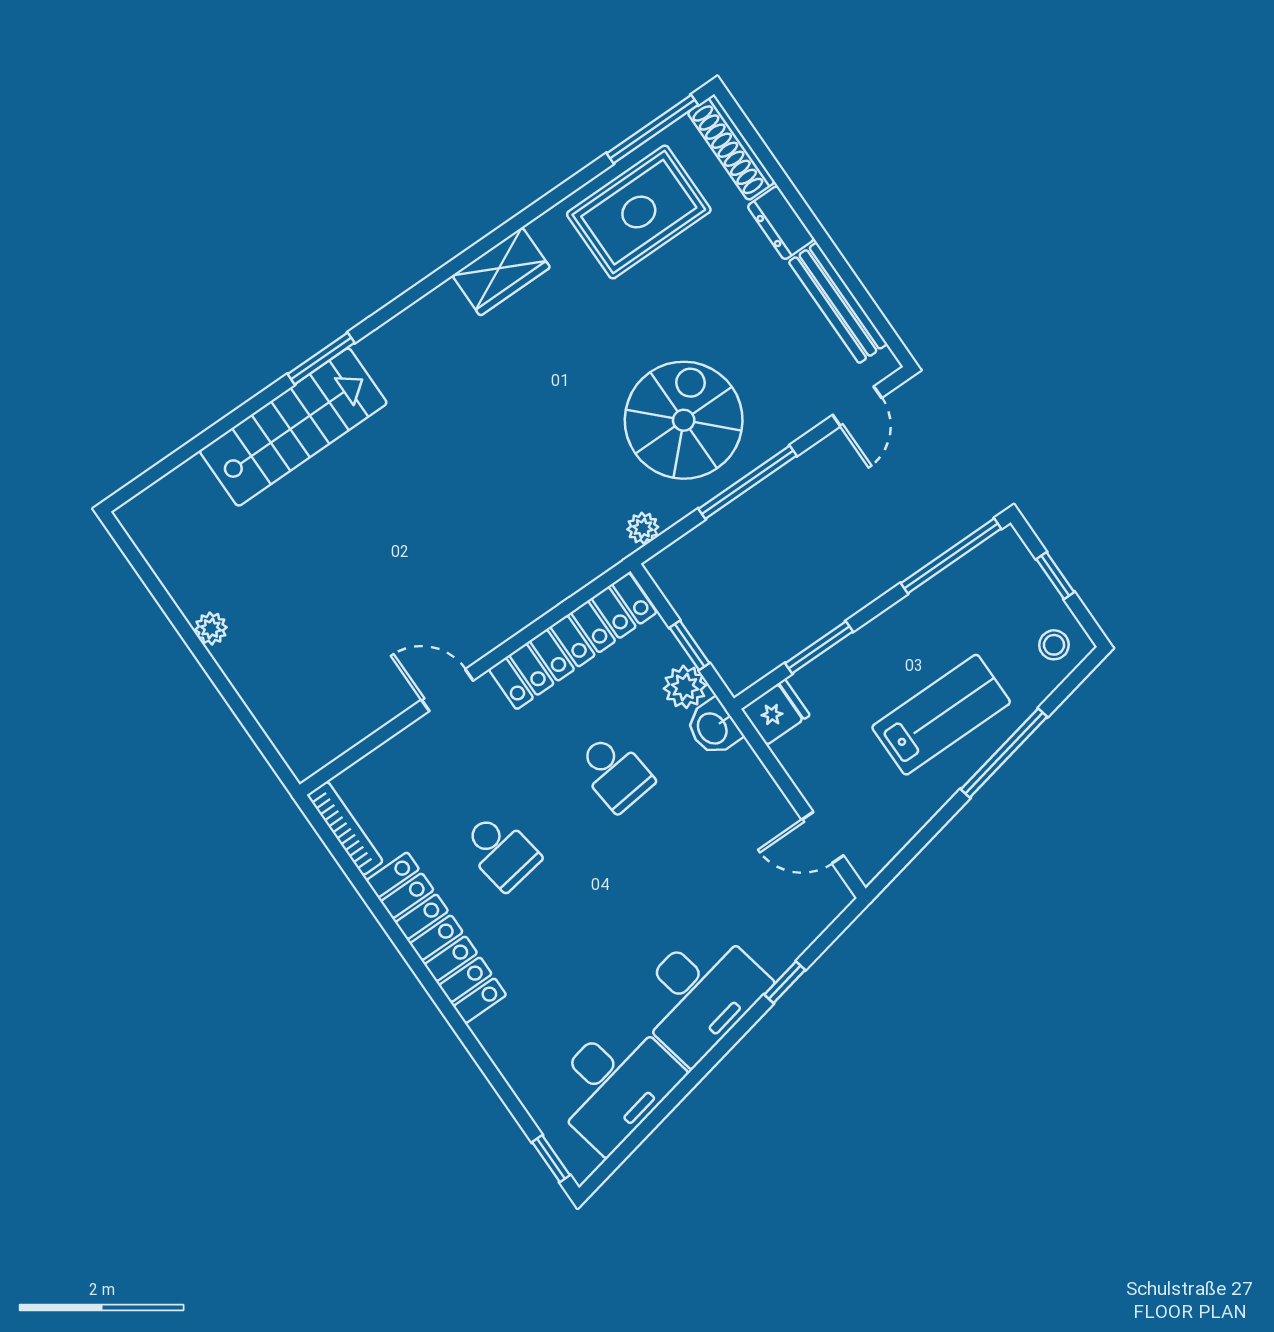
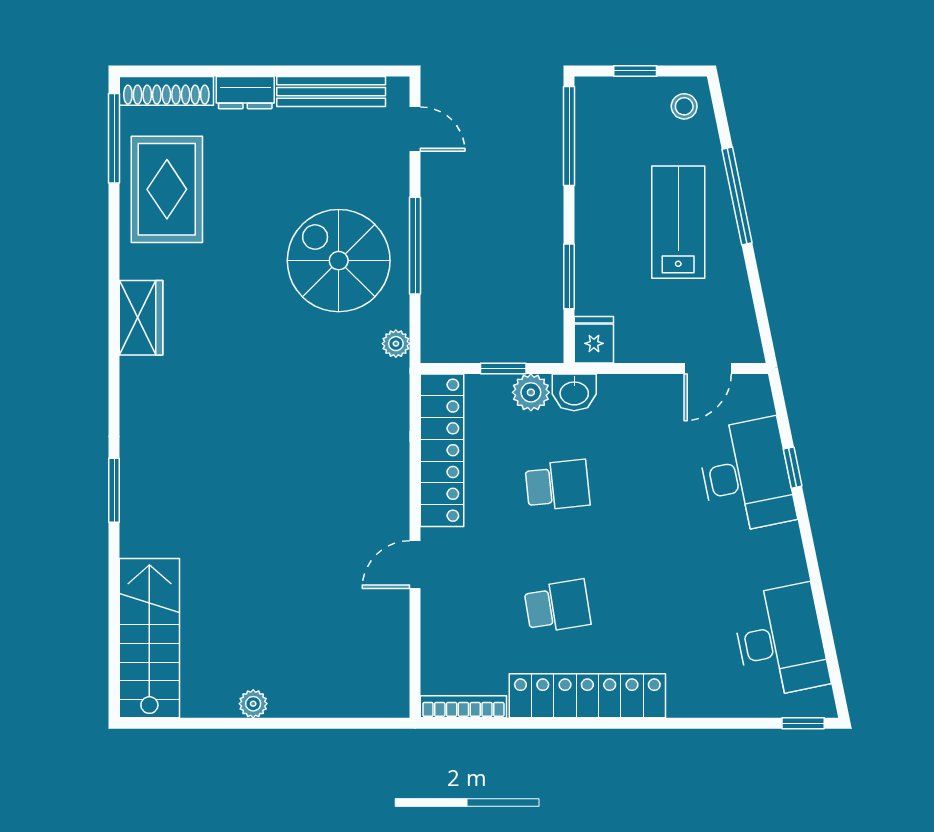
stairs: (293, 427) -> (149, 638), moved
desk: (699, 994) -> (746, 476), moved

